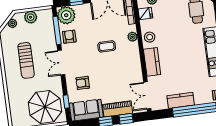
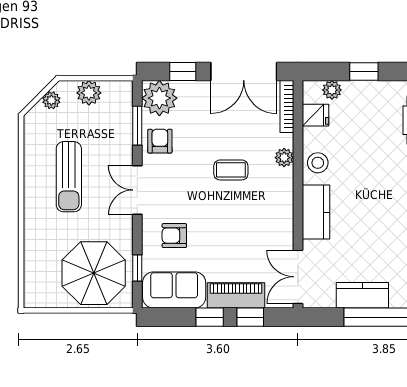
window: (57, 30) -> (137, 126), width x0.69

